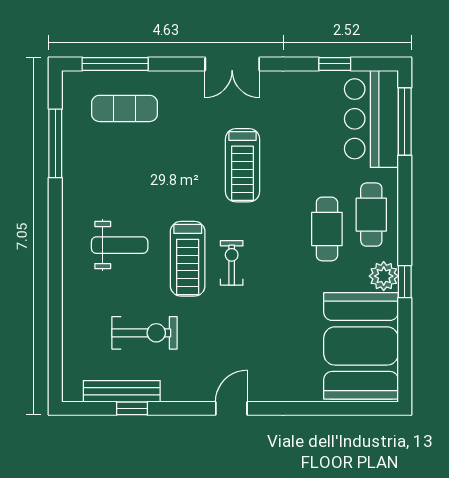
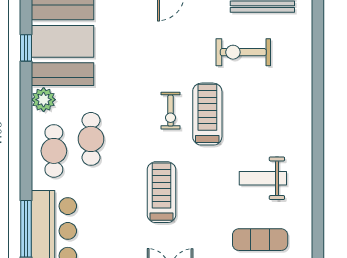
window: (55, 143) -> (318, 210), removed
weight bench: (120, 245) -> (263, 178), moved
window: (405, 282) -> (26, 48), moved

